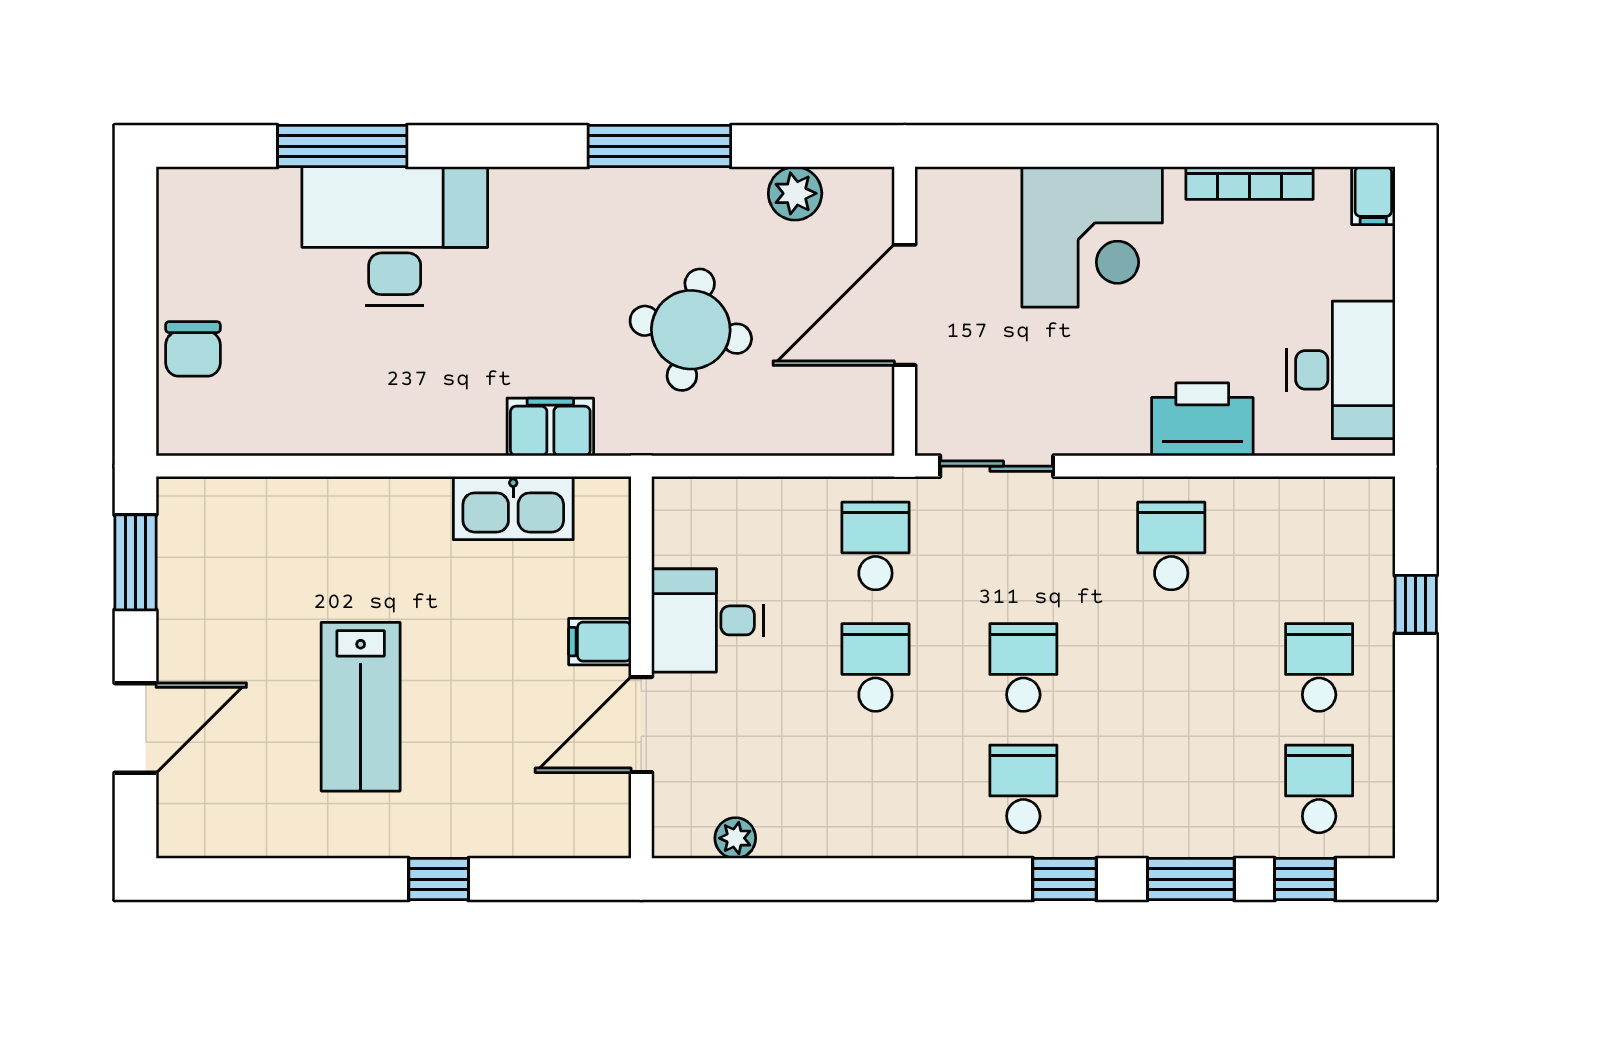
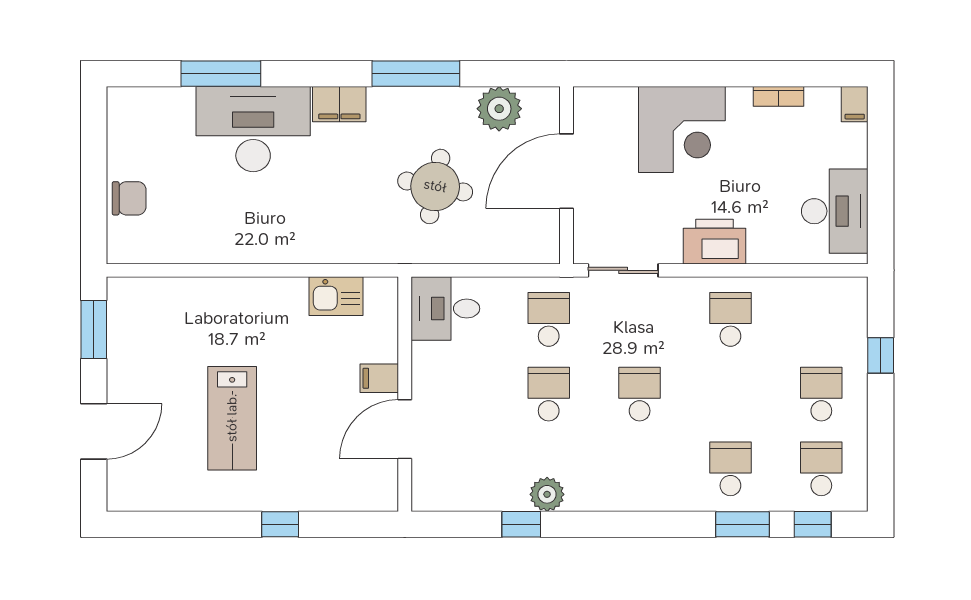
bookcase: (1249, 183) -> (779, 96), width x0.64
plant: (795, 193) -> (499, 109), width x1.36, depth x1.36
chair: (193, 349) -> (129, 198), turned -90
printer: (1202, 419) -> (714, 242), moved
filing cabinet: (550, 427) -> (339, 104), moved, turned 180
kitchen sink: (513, 508) -> (336, 296), width x0.73
desk: (707, 620) -> (445, 309), moved
school desk: (1023, 789) -> (730, 469), moved
plant: (735, 838) -> (547, 494), moved, width x1.38, depth x1.38
window: (1065, 879) -> (521, 524), moved

